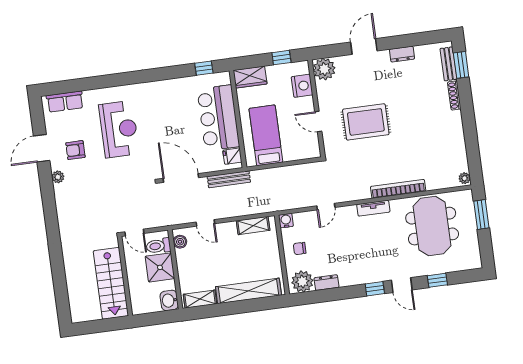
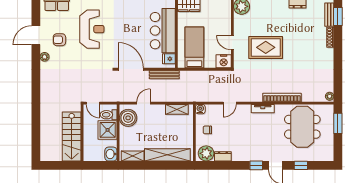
nightstand: (302, 86) -> (224, 61), moved, turned 90
door: (205, 223) -> (144, 103), swing flipped
boiler: (180, 242) -> (128, 118), width x1.86, depth x1.86

